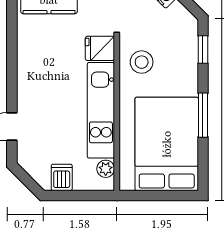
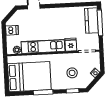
stool: (142, 62) -> (72, 73), moved

